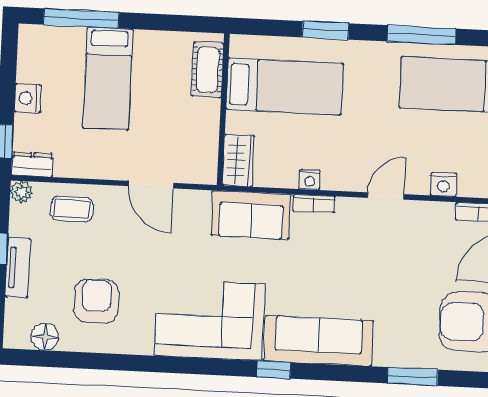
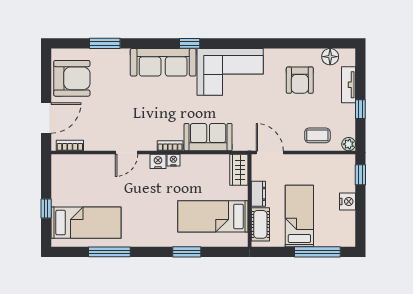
window: (325, 30) -> (187, 252), moved
cot: (208, 70) -> (260, 224), moved
bed: (285, 86) -> (213, 216), moved
wall: (223, 109) -> (250, 201), moved
wardrobe: (238, 160) -> (239, 170), moved
dresser: (32, 164) -> (258, 194), moved, turned -90
nightstand: (443, 184) -> (158, 161), moved
tv unit: (18, 268) -> (349, 85), moved

